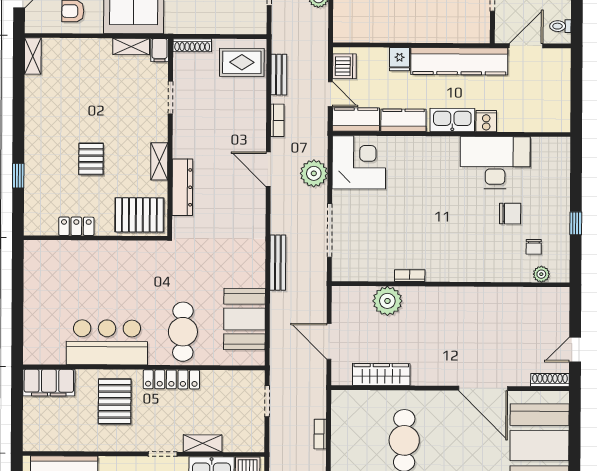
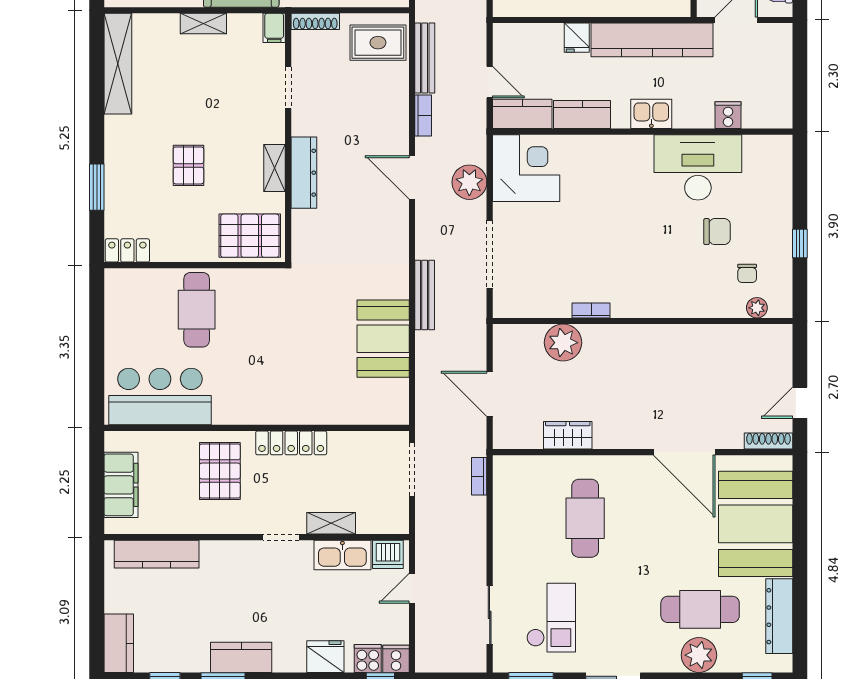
shelving: (131, 47) -> (203, 23), moved
shelving: (33, 56) -> (118, 64), width x2.20, depth x1.33
dishwasher: (344, 66) -> (507, 47), removed
bench: (279, 75) -> (425, 58), width x1.36
kitchen sink: (452, 120) -> (651, 114), width x0.73
cooker: (486, 121) -> (728, 115), moved
window: (18, 176) -> (97, 187), width x1.50
dresser: (182, 187) -> (304, 173), moved
locker: (76, 226) -> (127, 250), moved
booth: (245, 319) -> (383, 339), moved
cafe table: (183, 332) -> (197, 310), moved
bar counter: (107, 342) -> (160, 397), moved
wardrobe: (381, 374) -> (568, 435), width x0.67
filing cabinet: (49, 383) -> (121, 485), moved, turned -90
doorway: (267, 401) -> (412, 470), width x1.38
bookcase: (320, 434) -> (479, 476), moved

